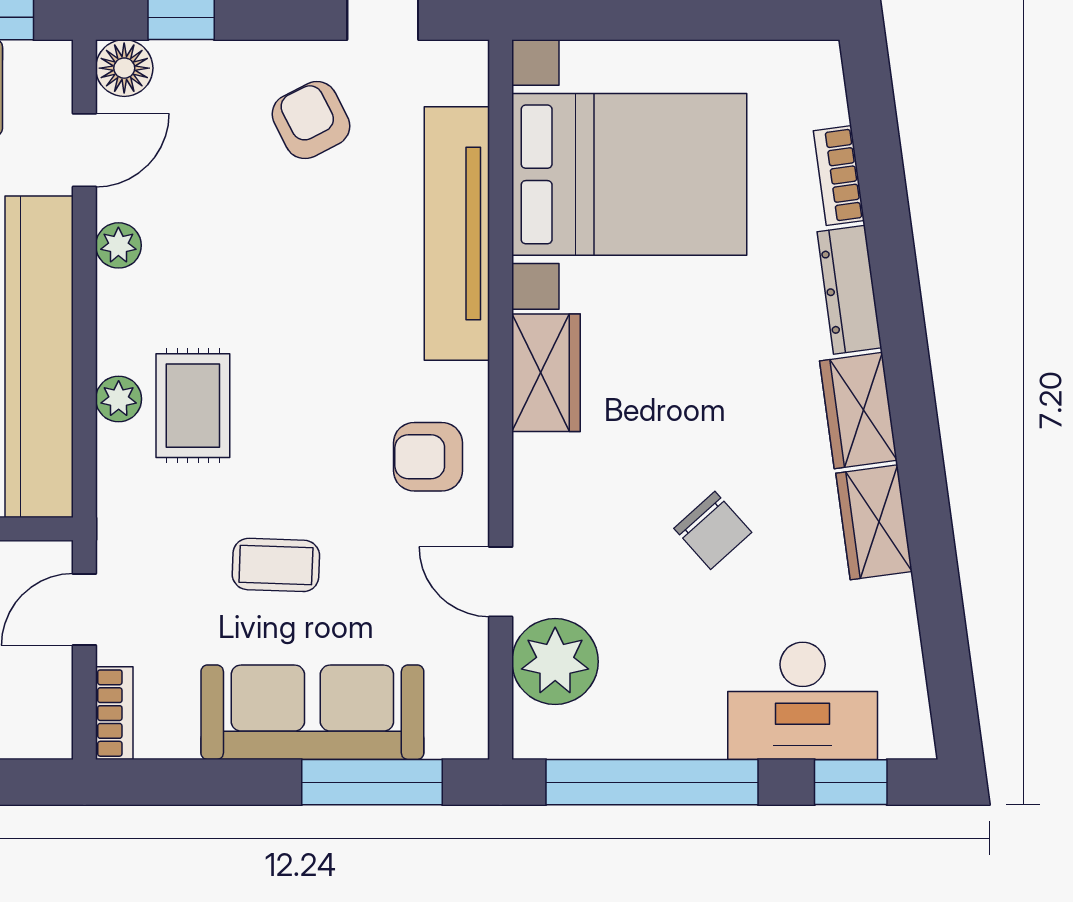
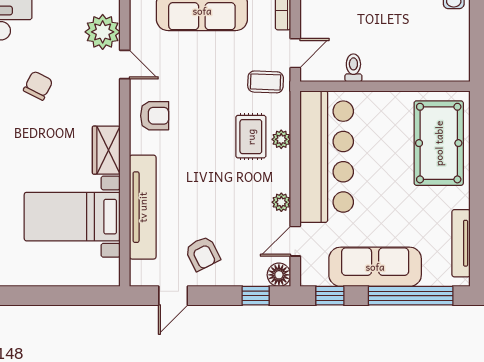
bed with nightstands: (629, 174) -> (72, 217), width x0.73
chair: (713, 530) -> (38, 86), turned 69
coffee table: (276, 565) -> (266, 82), moved

